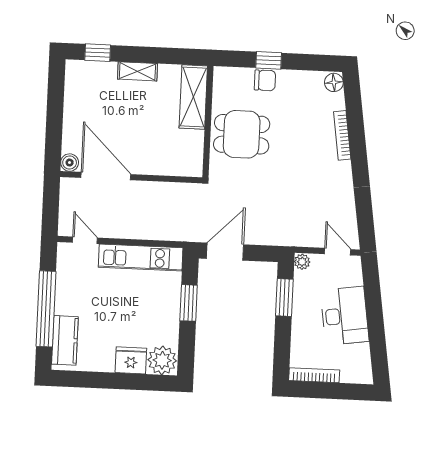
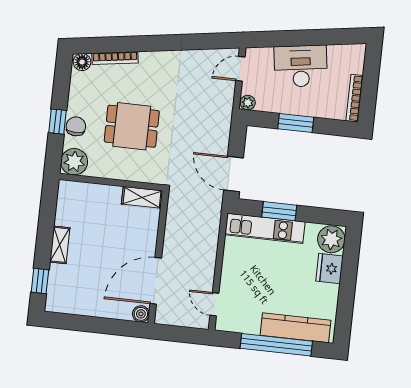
plant: (227, 81) -> (74, 162), added
shelving: (193, 97) -> (142, 197), moved, width x0.67, depth x0.75
dining table: (242, 134) -> (132, 126), moved, turned 90
bookcase: (342, 135) -> (115, 58), moved
door: (85, 240) -> (214, 304), hinge flipped
kitchen unit: (141, 258) -> (265, 228), moved, turned 90
window: (284, 297) -> (296, 123), moved
kitchen counter: (65, 340) -> (295, 328), width x1.50

